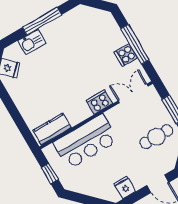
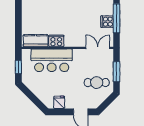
cooker: (99, 102) -> (56, 41), moved

